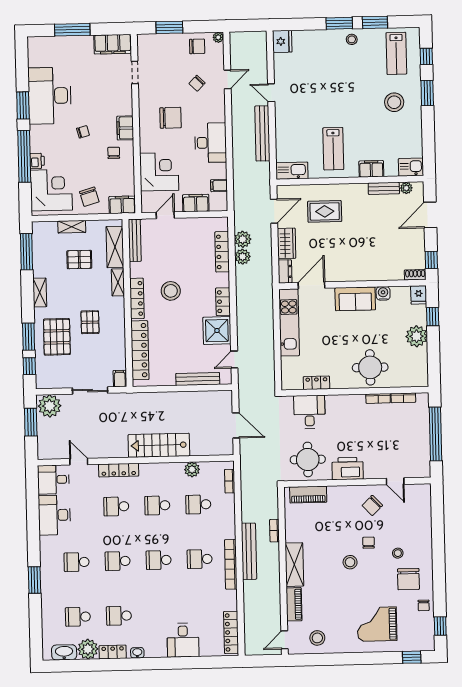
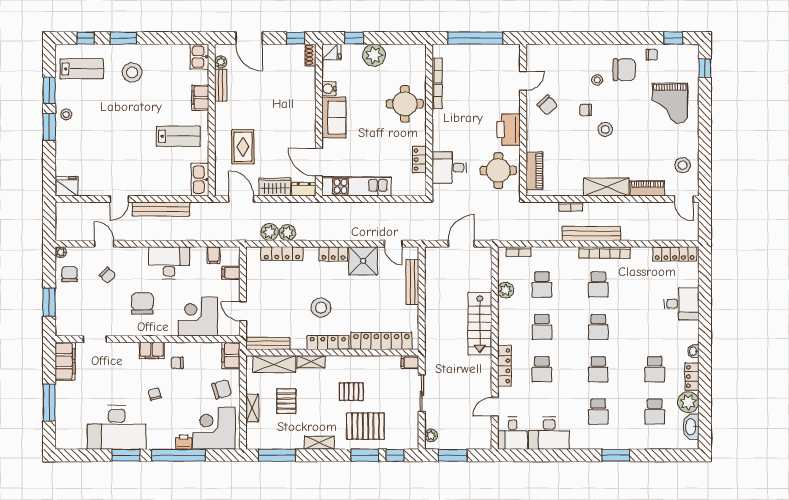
filing cabinet: (196, 203) -> (231, 273), width x0.50
plant: (50, 406) -> (431, 435), width x0.53, depth x0.53

